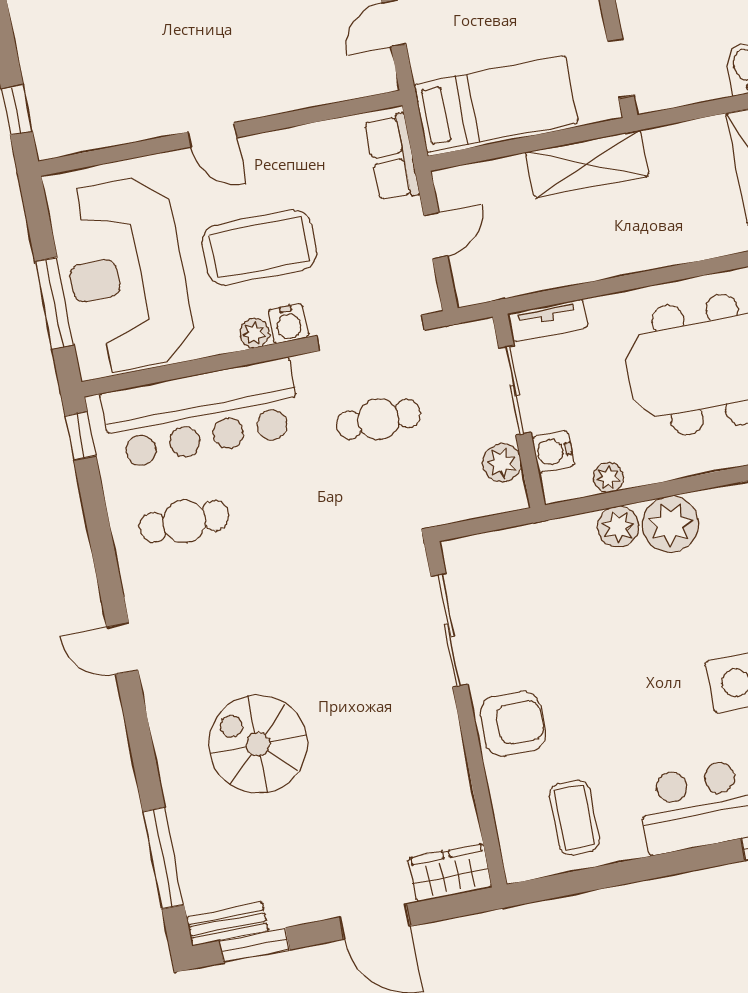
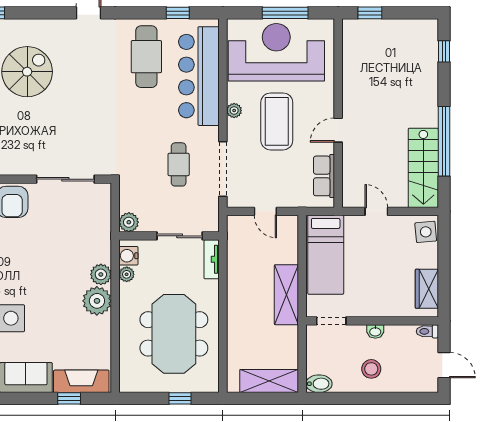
door: (212, 135) -> (338, 130), moved
row of seats: (392, 158) -> (324, 176), moved, turned -90
window: (55, 303) -> (285, 13), moved
water cooler: (288, 324) -> (236, 129), removed
window: (81, 436) -> (178, 13), moved
water cooler: (553, 451) -> (128, 256), moved, turned -90
plant: (502, 463) -> (129, 222), moved
cafe table: (184, 521) -> (146, 57), width x1.37, depth x1.35

